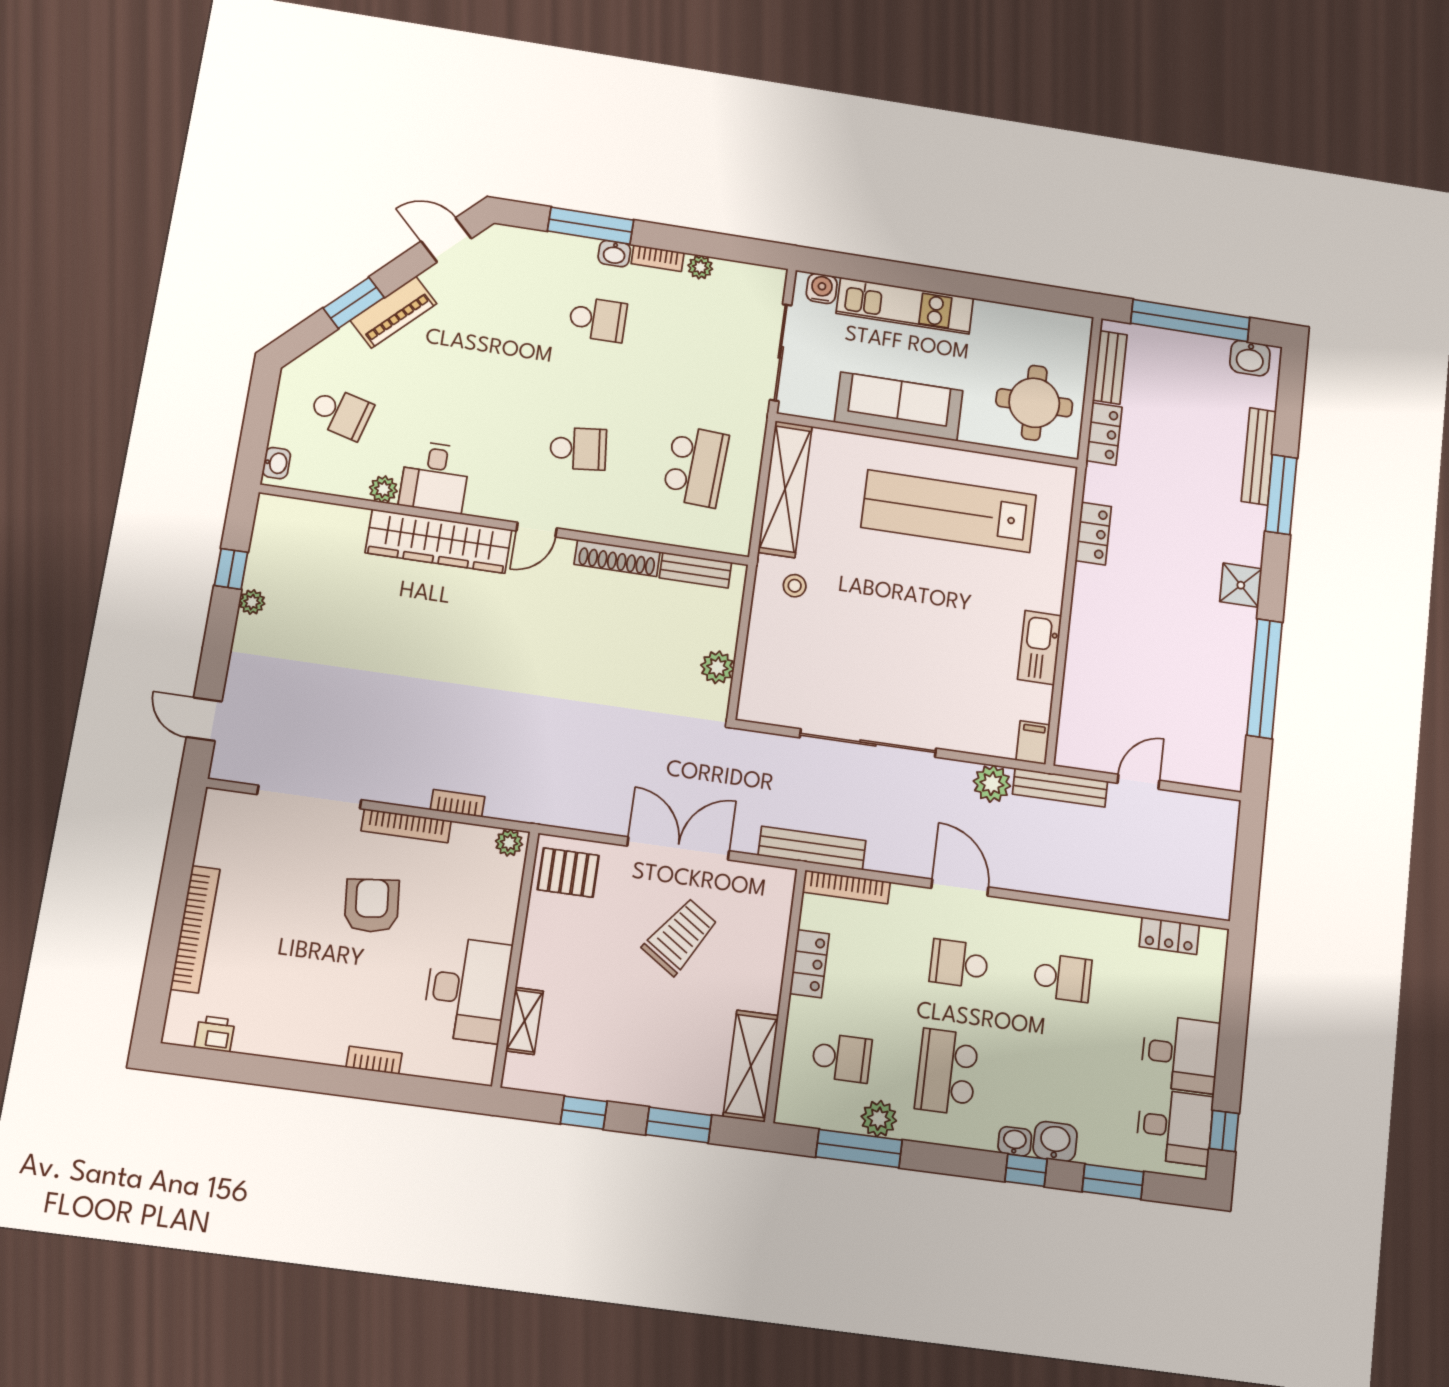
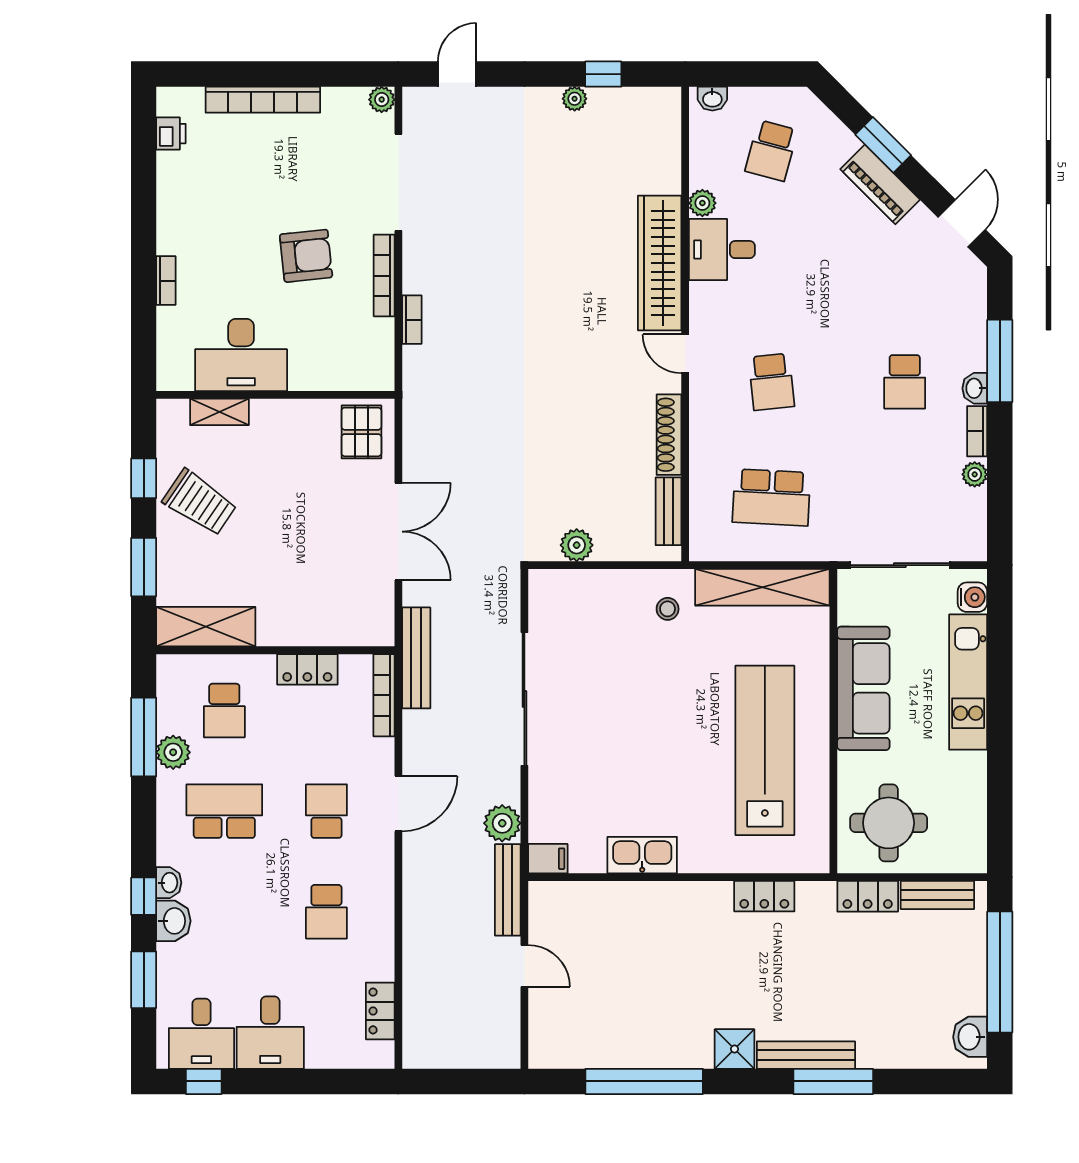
bench: (1259, 456) -> (806, 1055), moved
plant: (509, 843) -> (382, 100), moved
trolley: (680, 936) -> (200, 503), moved

